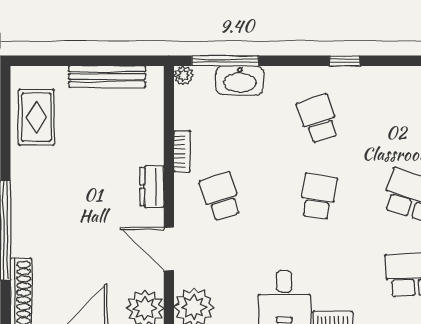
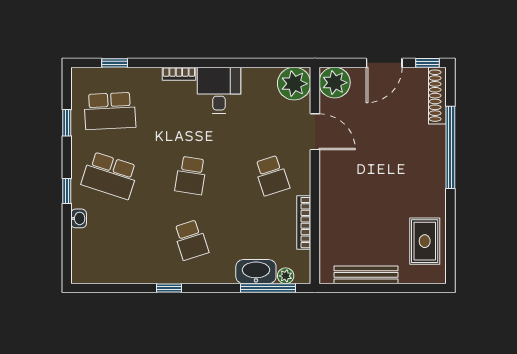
plant: (184, 75) -> (286, 276), moved
bookcase: (182, 151) -> (304, 223), width x1.56
dresser: (152, 187) -> (329, 184), removed

